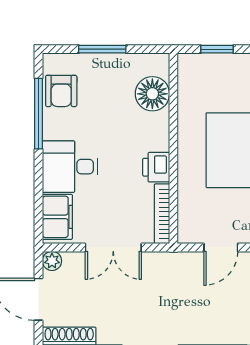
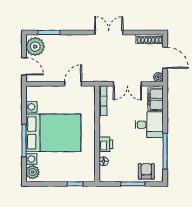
armchair: (61, 91) -> (146, 171), moved
floor lamp: (152, 94) -> (104, 161), width x0.53, depth x0.53
printer: (156, 167) -> (106, 144), moved
double door: (113, 247) -> (127, 84), swing flipped

